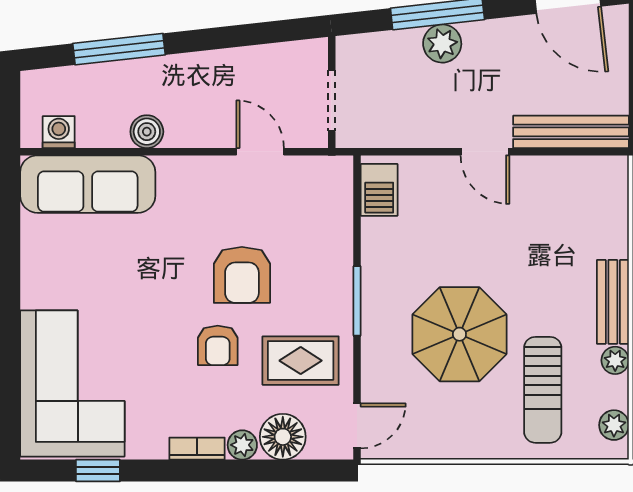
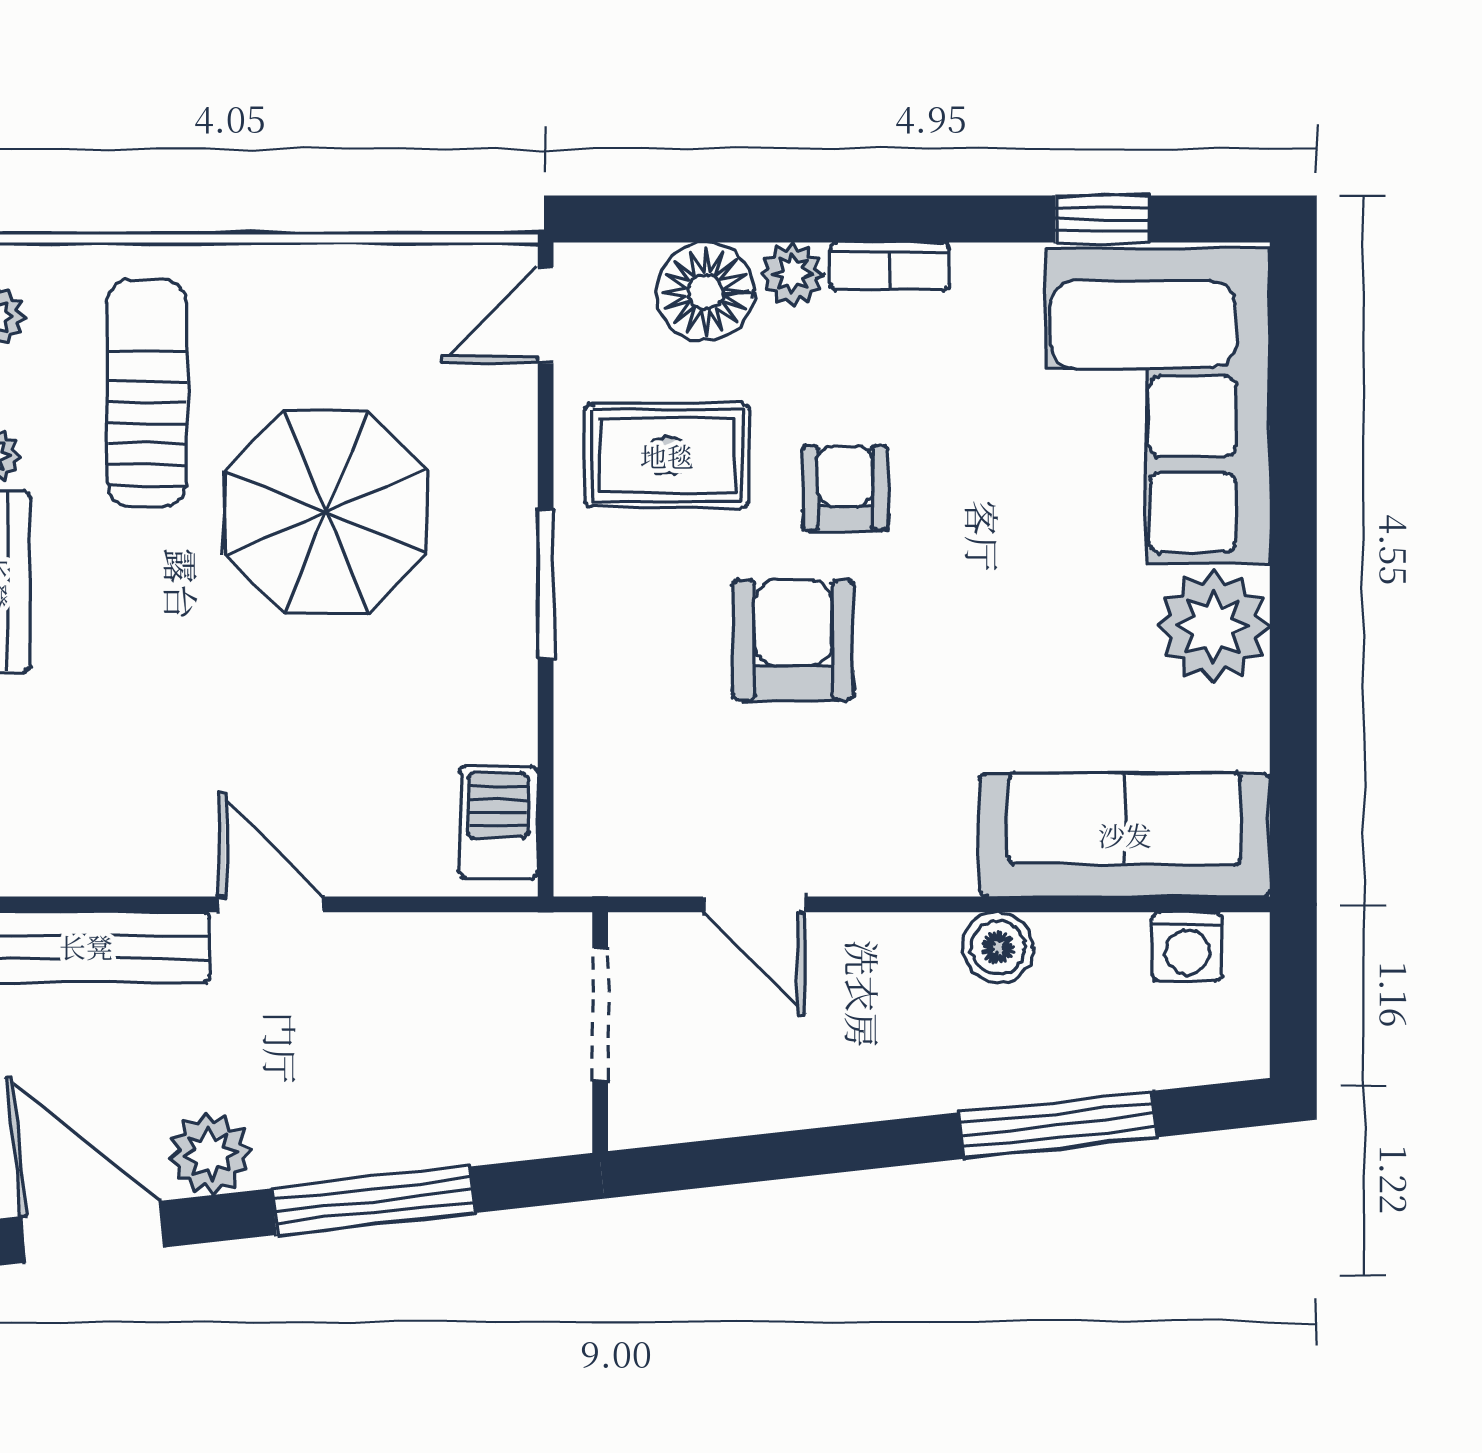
plant: (442, 44) -> (210, 1154), moved
plant: (47, 281) -> (1213, 626), added

